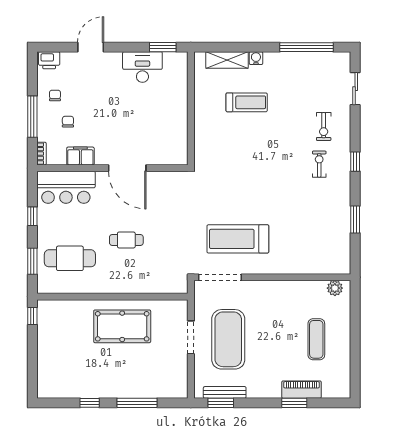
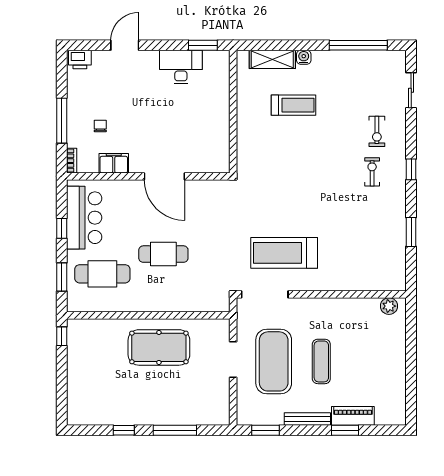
chair: (55, 95) -> (86, 98), removed
bar counter: (66, 187) -> (84, 218), moved, turned -90
cafe table: (126, 240) -> (163, 254), width x1.37, depth x1.35
exercise mat: (316, 339) -> (321, 361), moved
bench: (225, 392) -> (307, 419), moved

